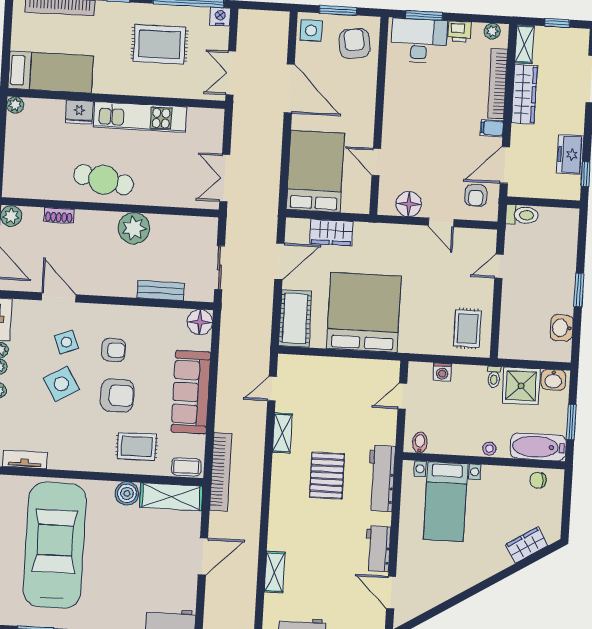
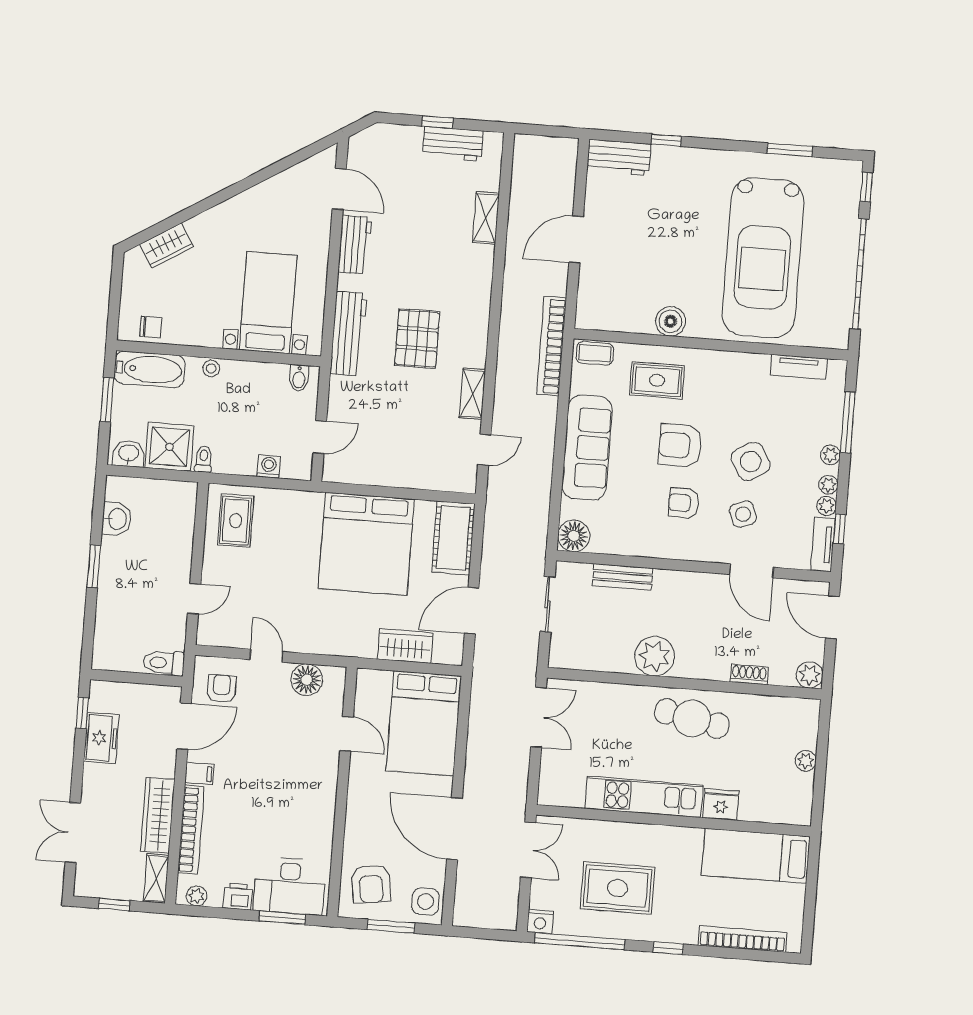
plant: (15, 105) -> (806, 761), moved
shelving: (171, 497) -> (615, 316), removed

